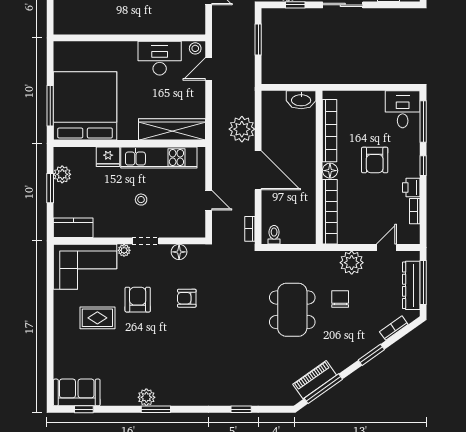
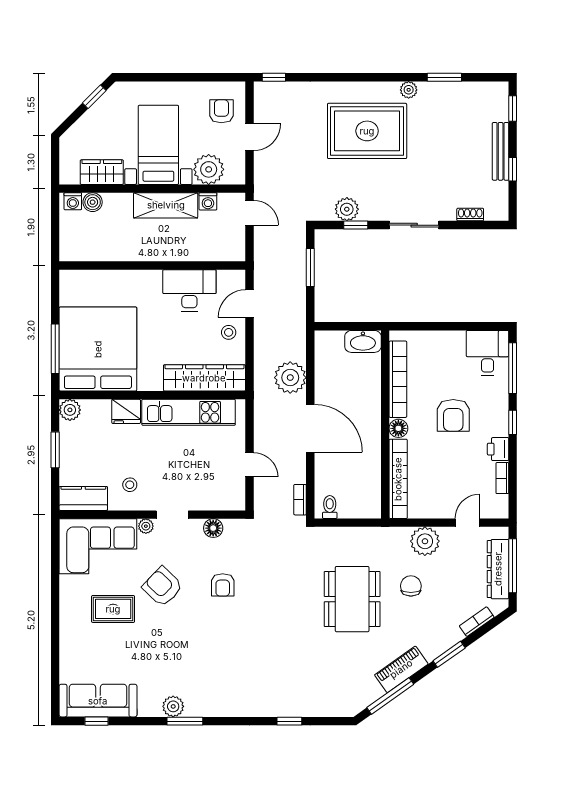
stool: (195, 48) -> (229, 332), moved
plant: (62, 174) -> (70, 410), moved
stool: (141, 200) -> (130, 485), moved
armchair: (187, 298) -> (223, 585), turned -90
armchair: (138, 300) -> (162, 587), turned -46
piano: (315, 380) -> (401, 669), moved
sofa: (77, 392) -> (98, 701), width x1.36

